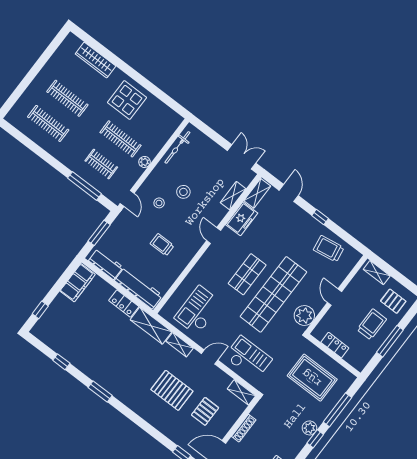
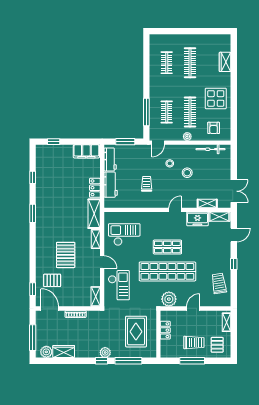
wardrobe: (95, 60) -> (225, 62), width x0.67
clothes rail: (48, 123) -> (167, 63), width x0.73
armchair: (157, 127) -> (214, 128), added
workbench: (139, 288) -> (111, 185), width x0.73
pallet: (205, 411) -> (52, 280), moved

